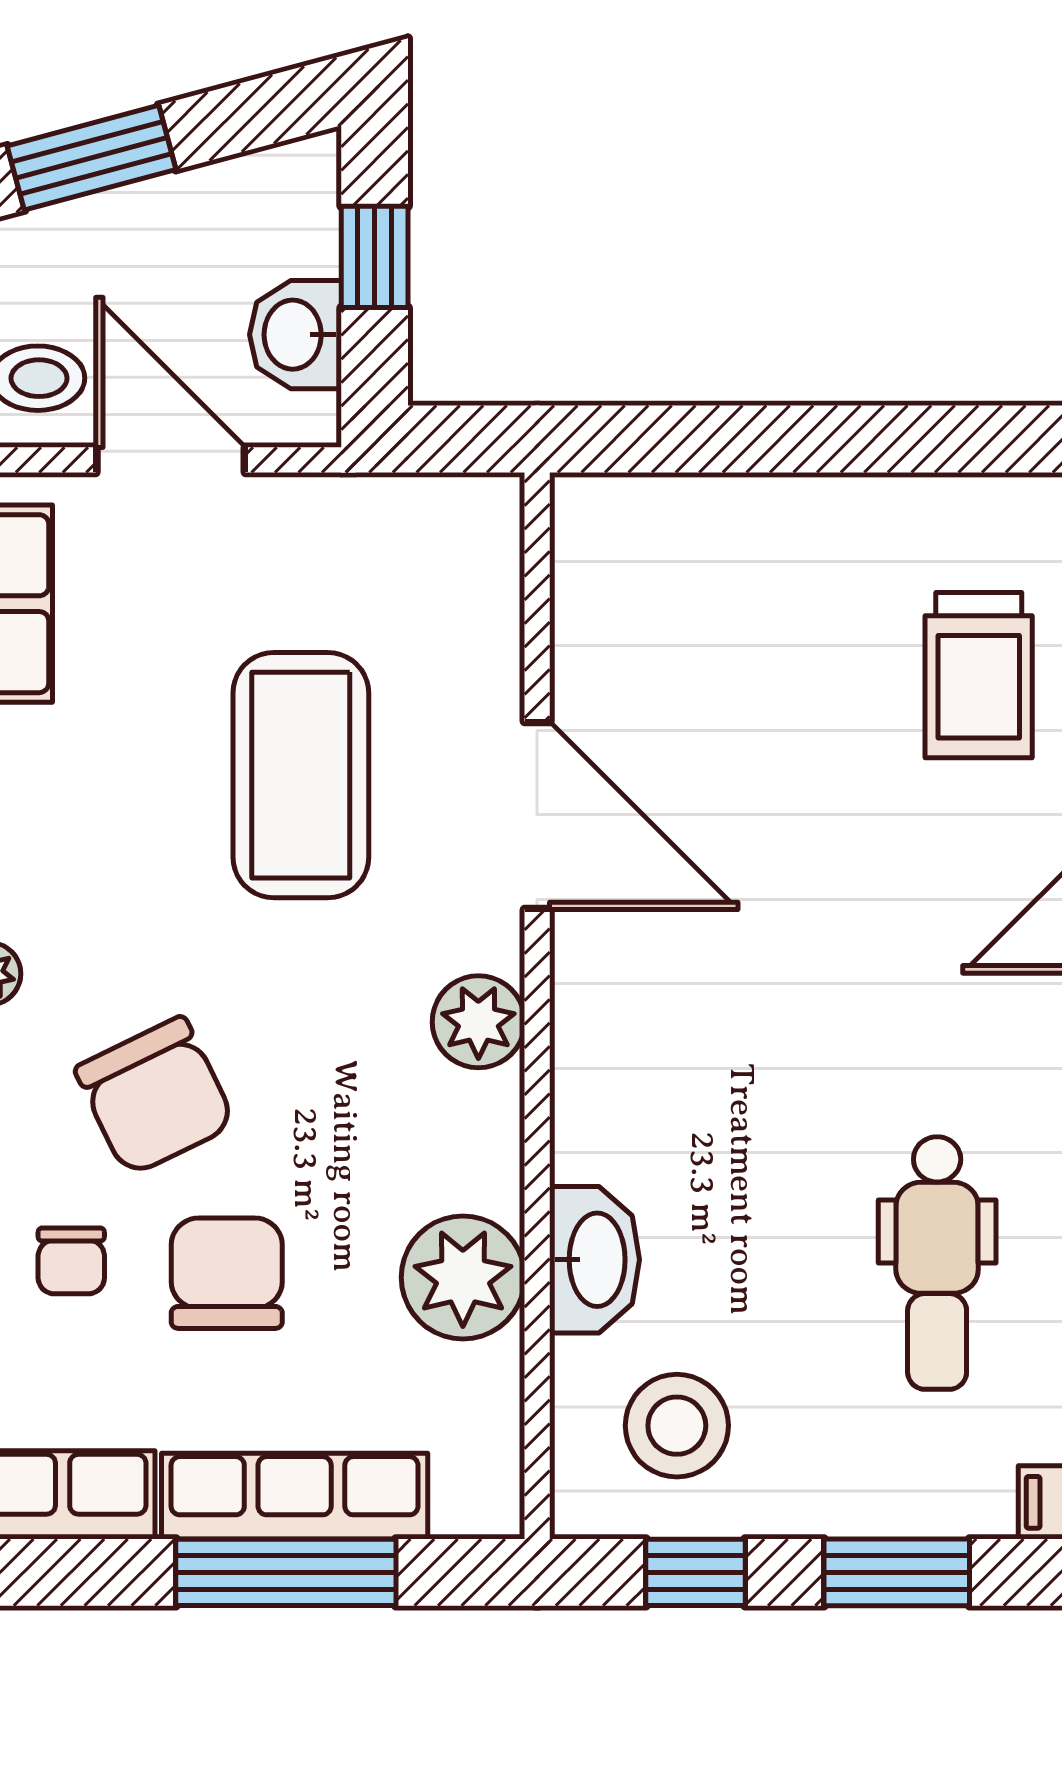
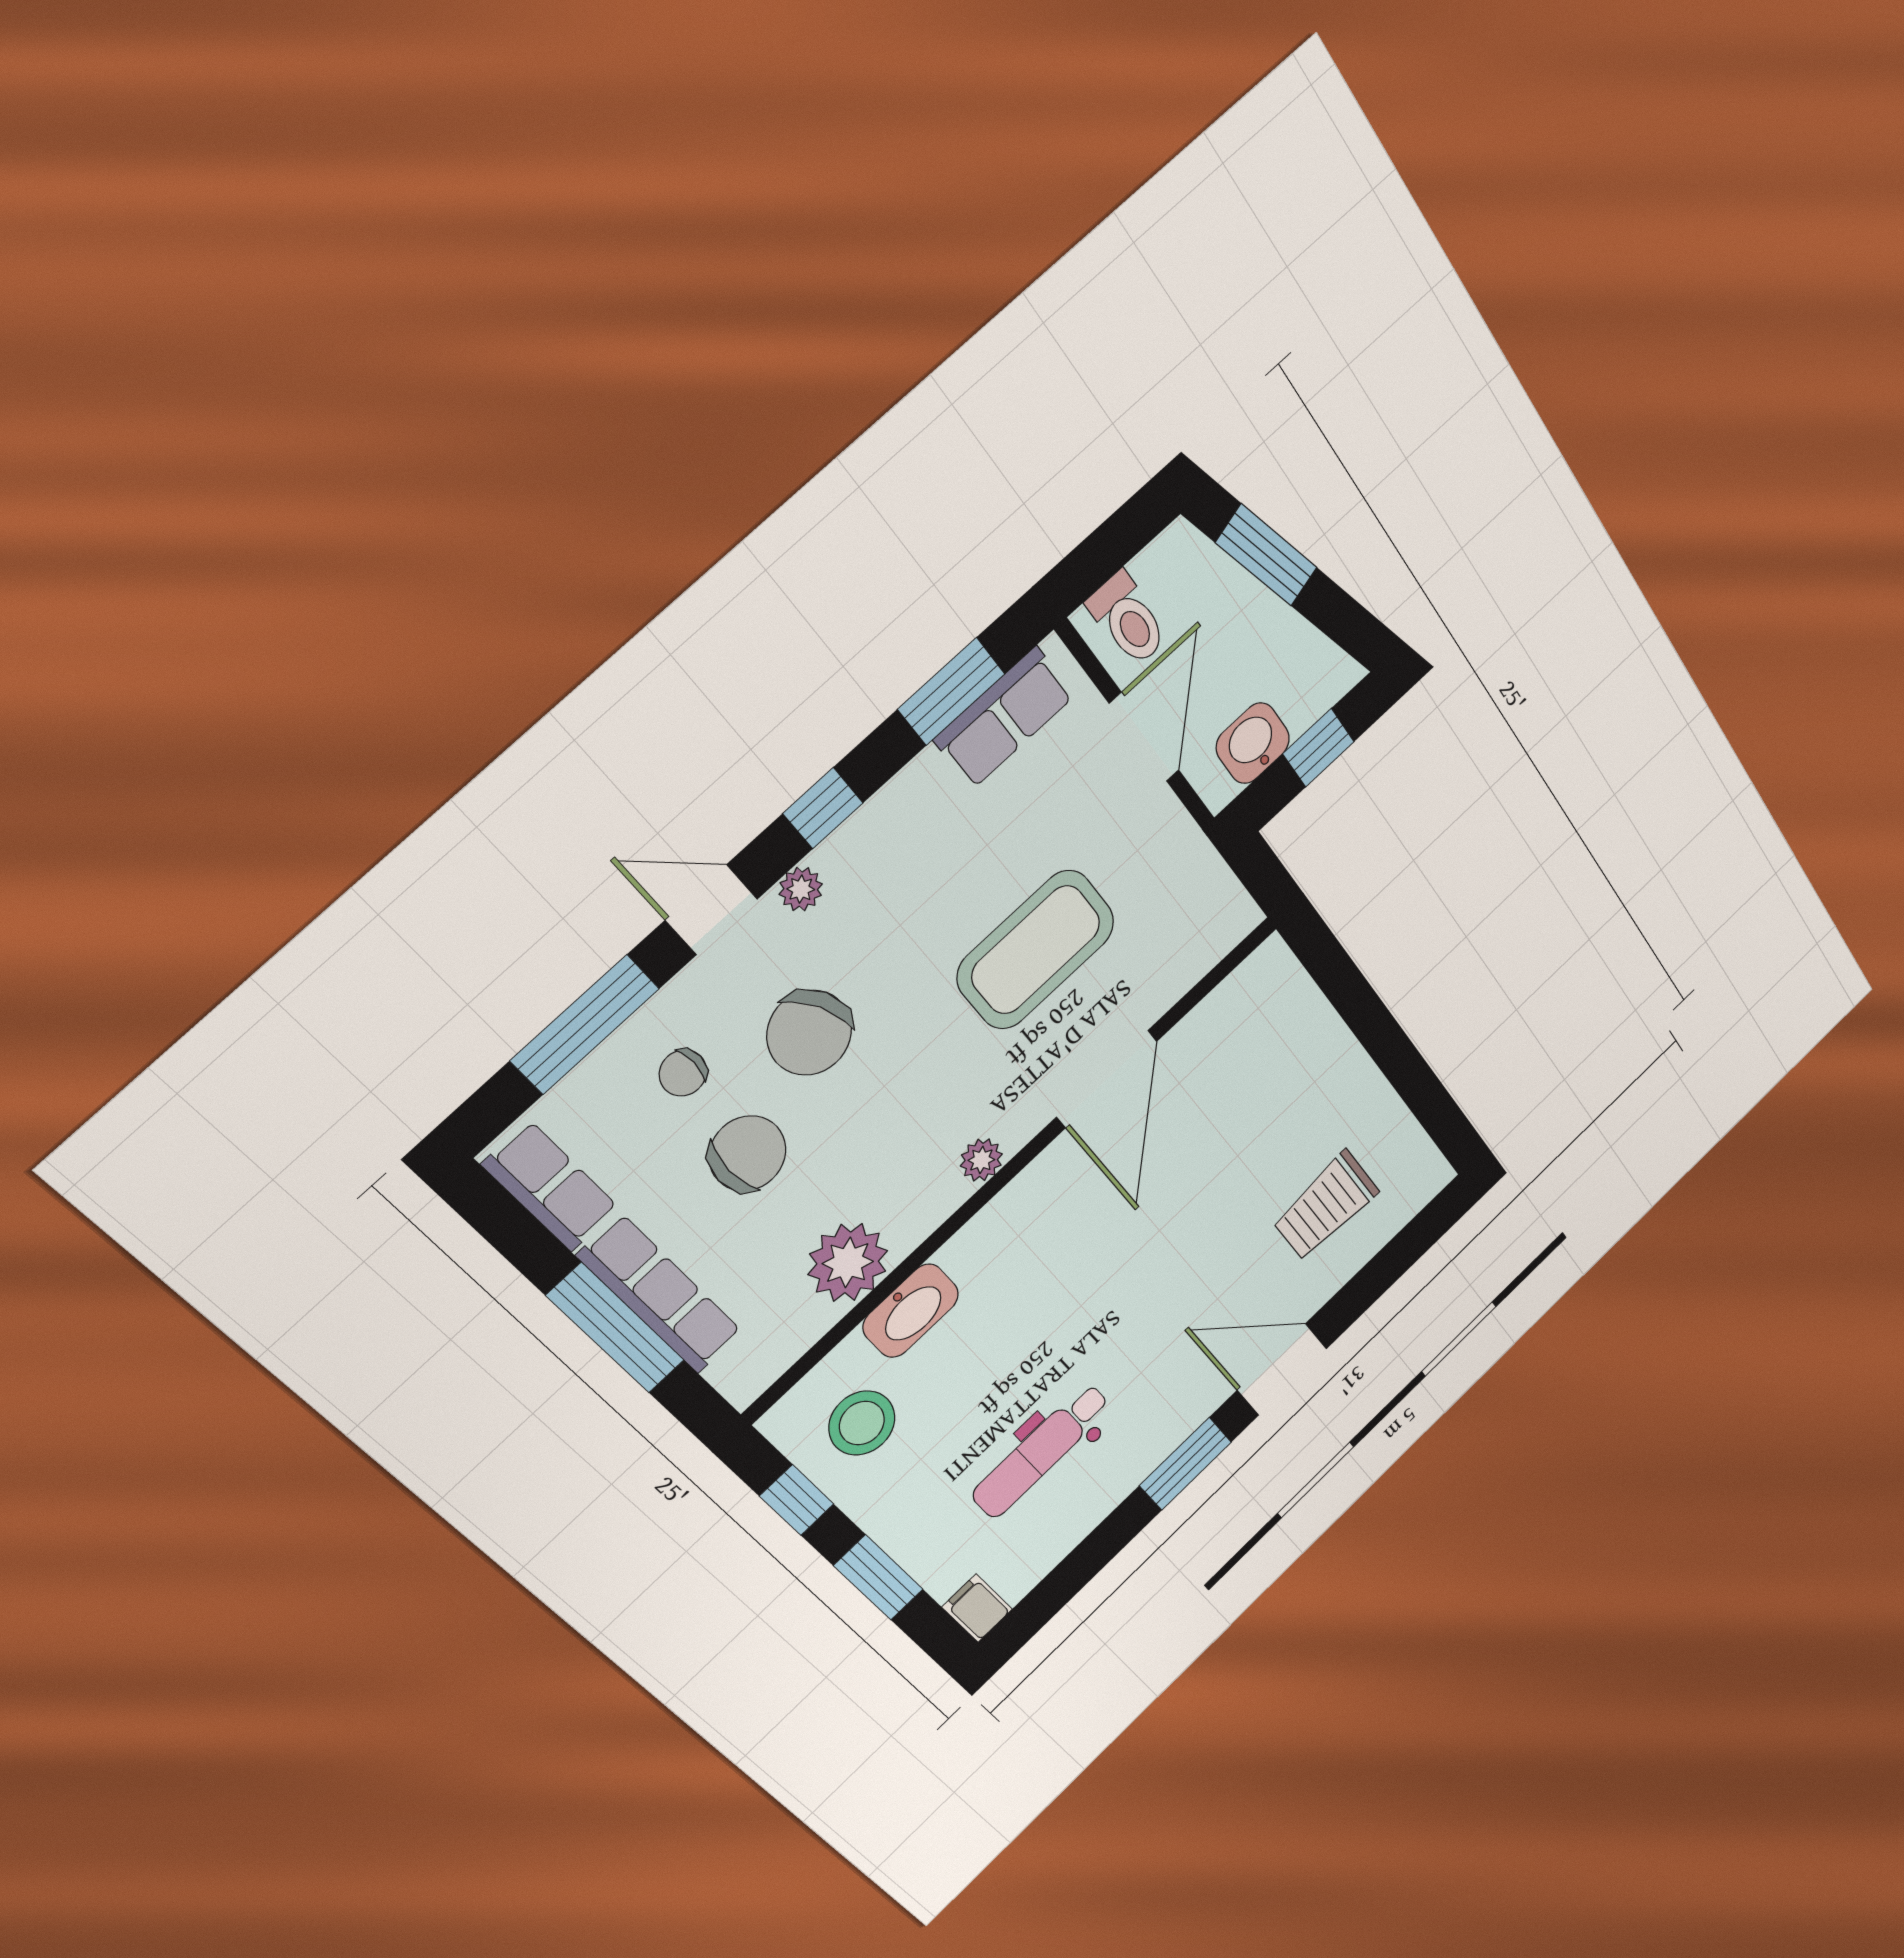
plant: (478, 1022) -> (981, 1160), width x0.73, depth x0.73

